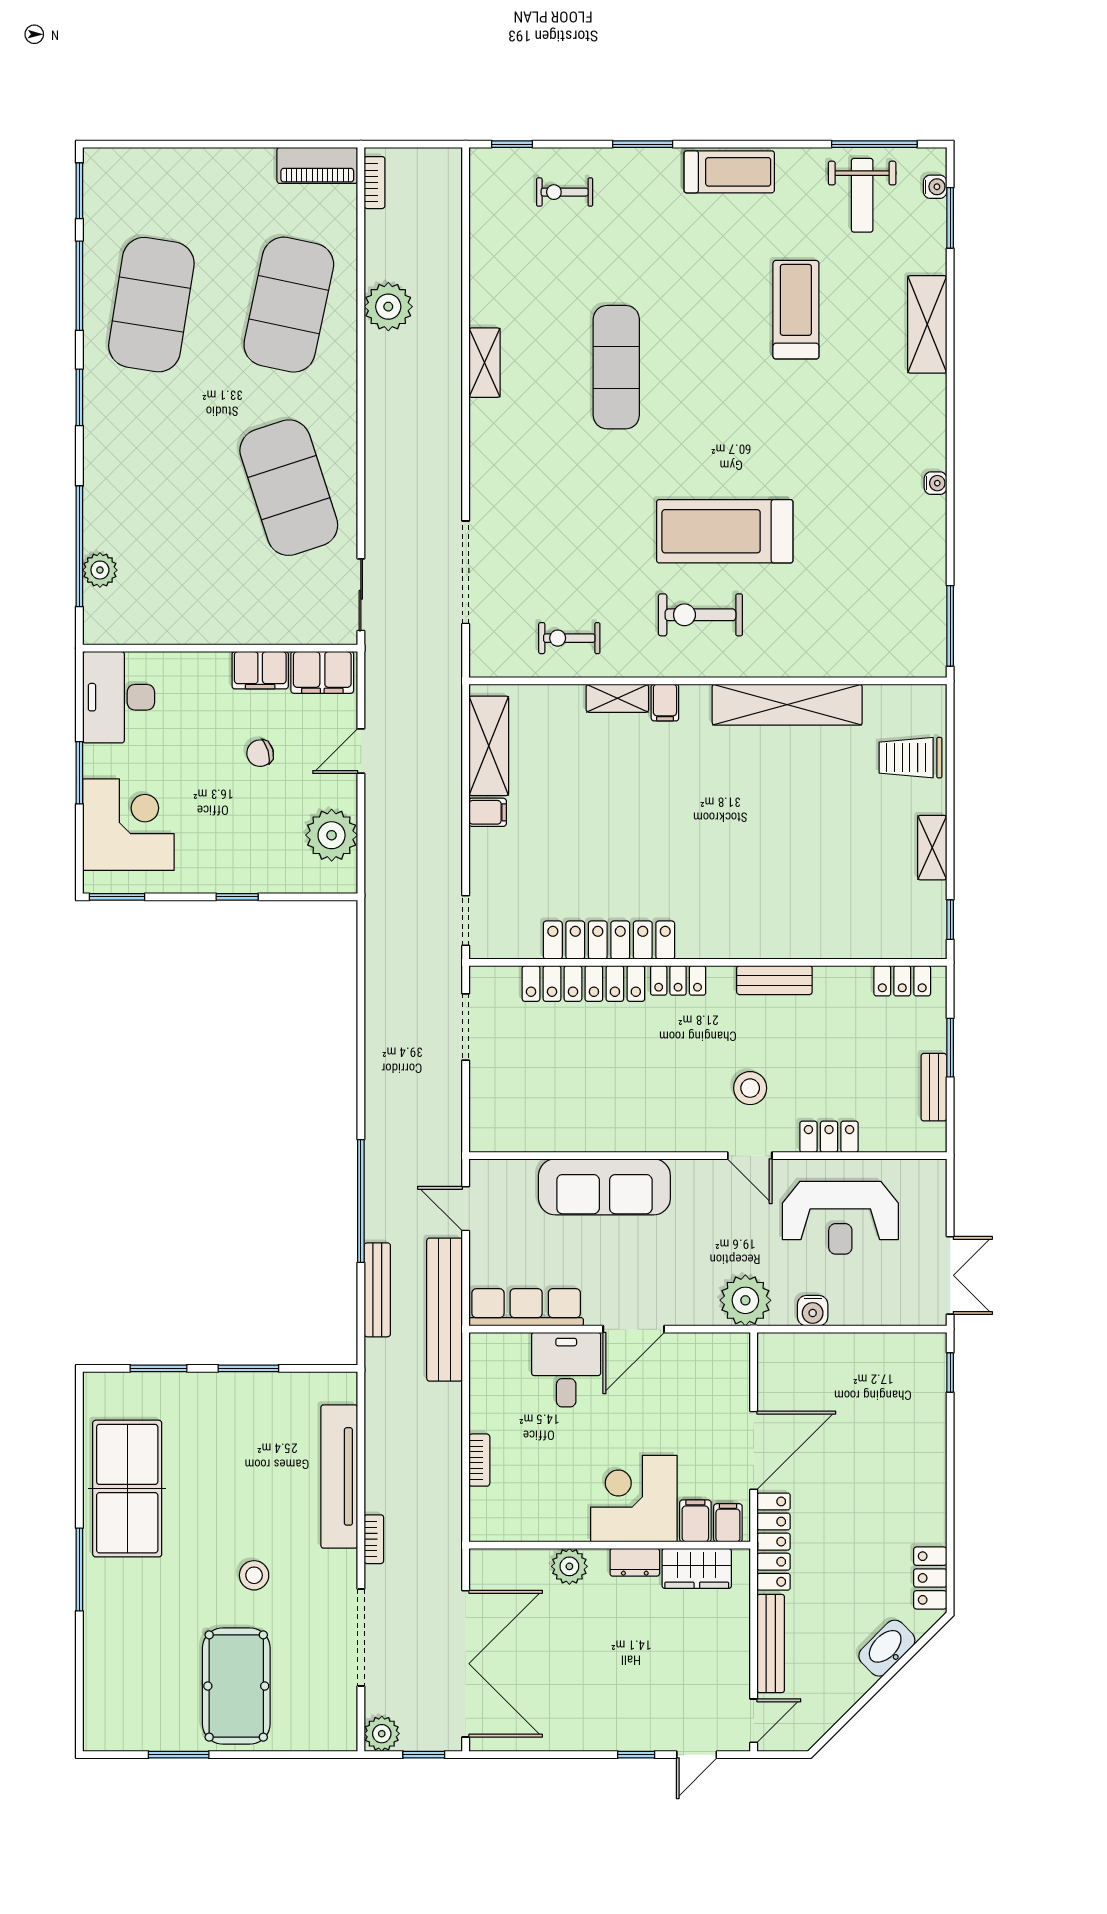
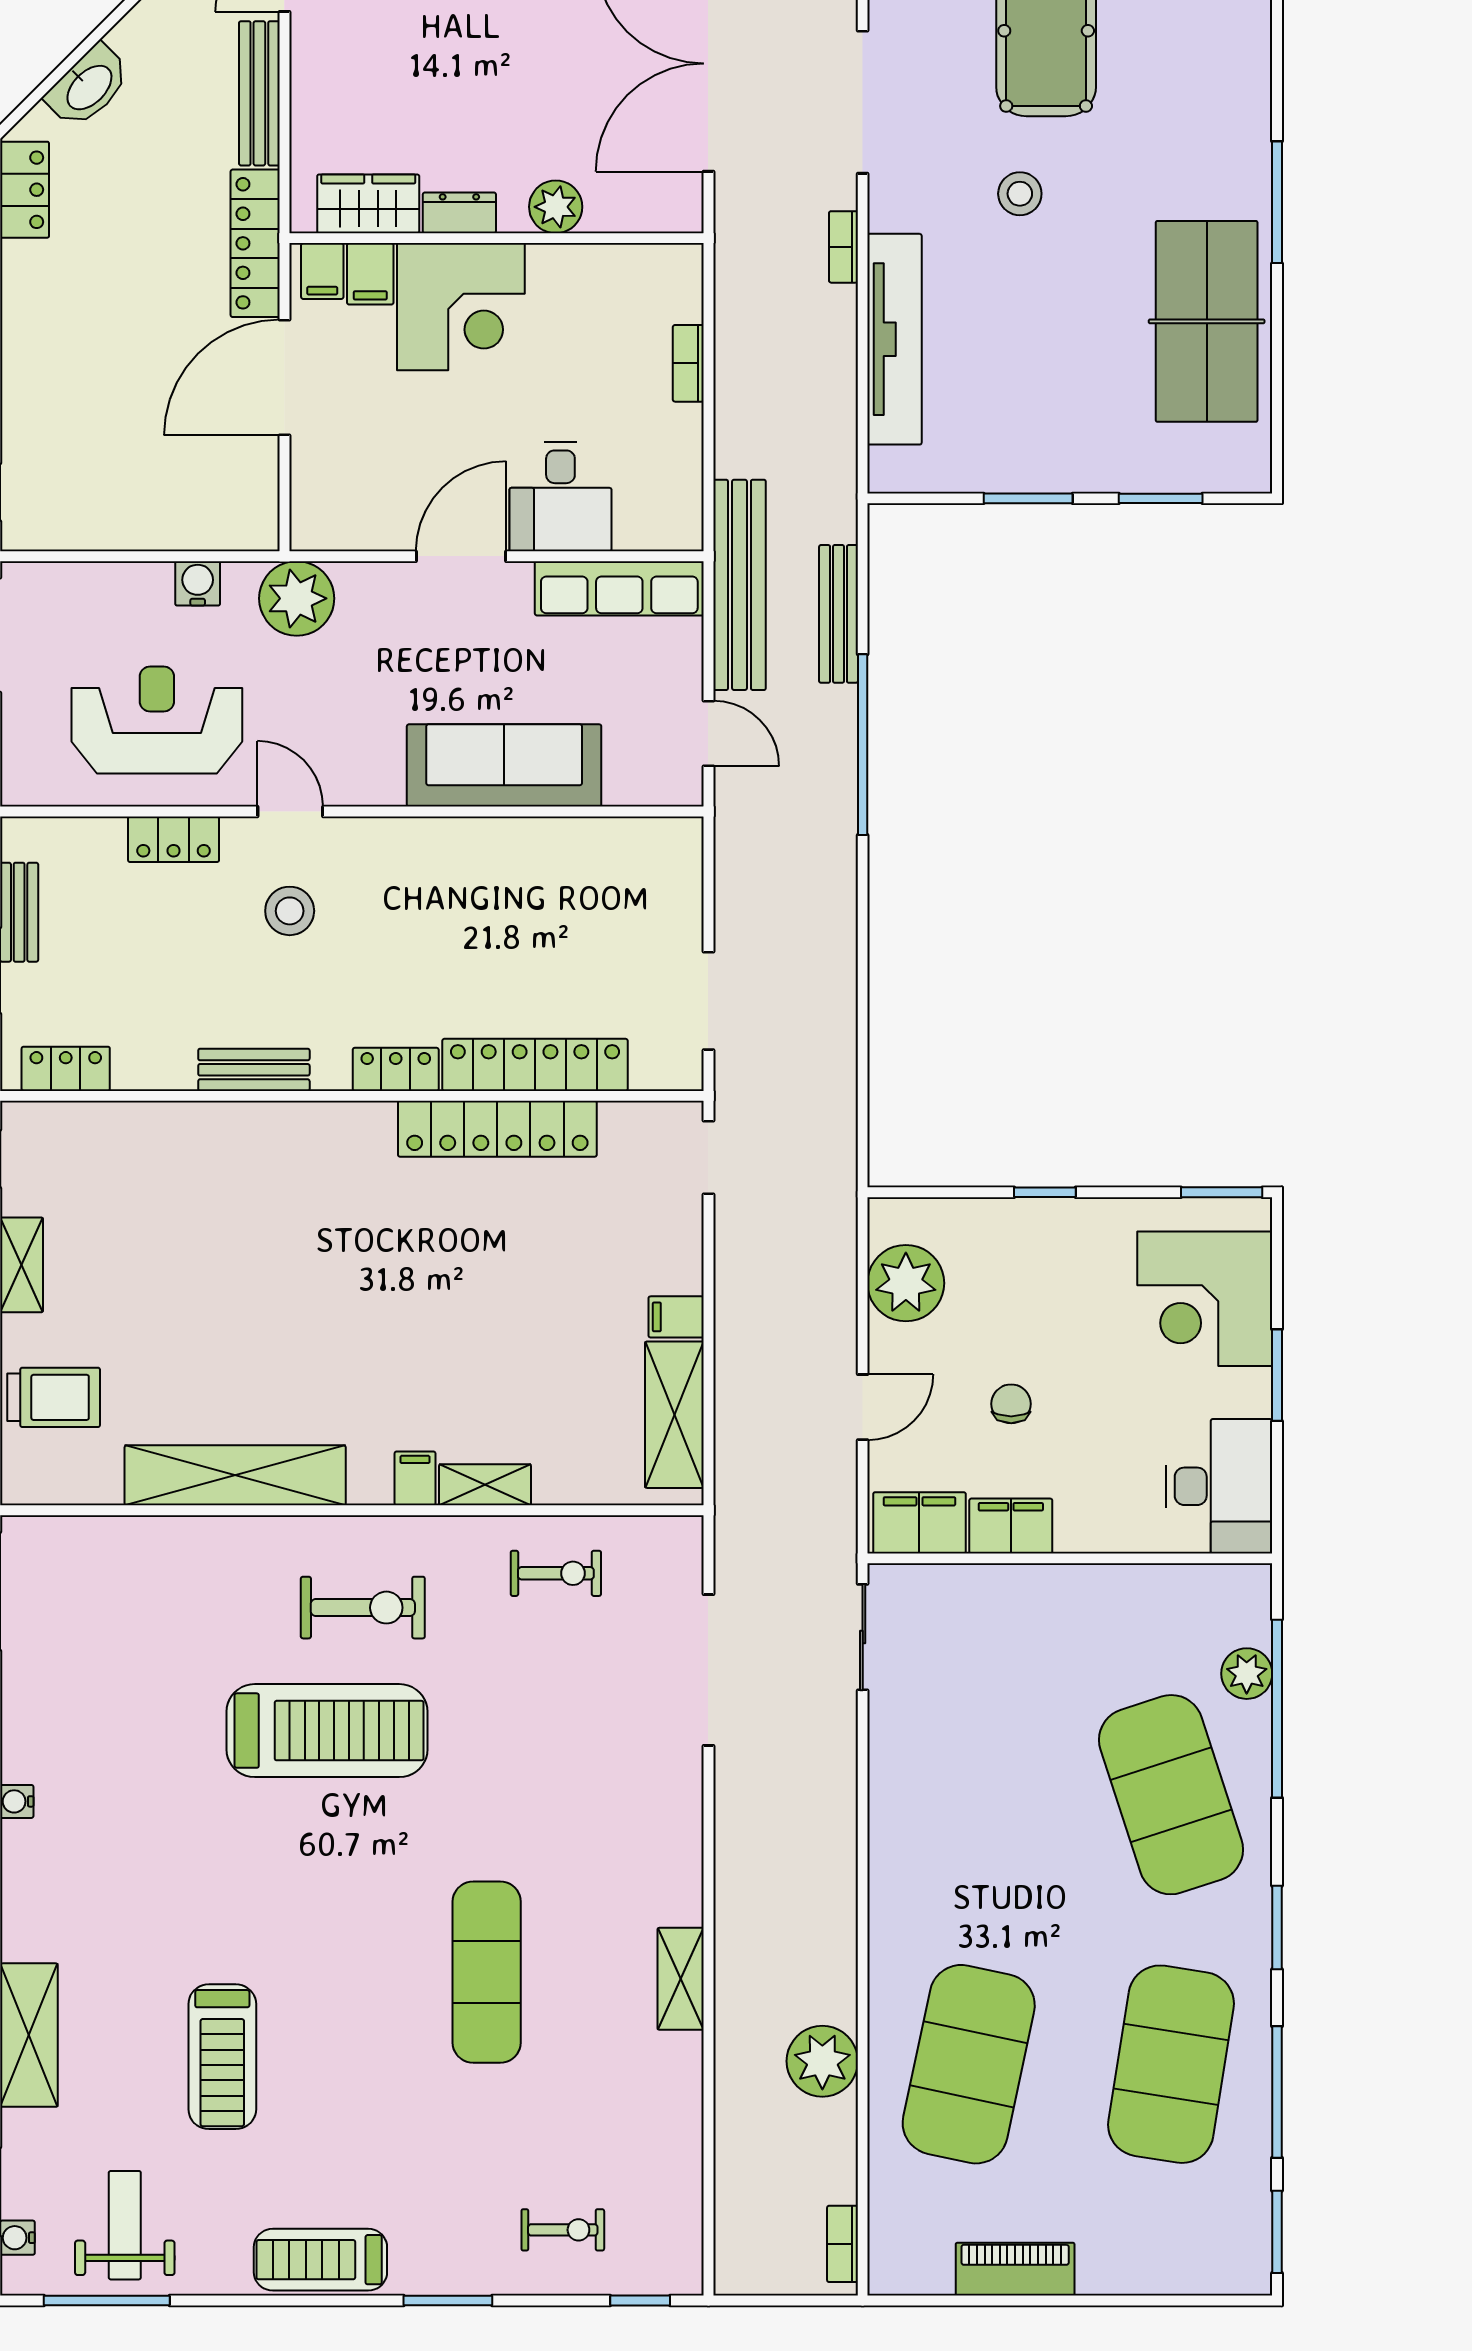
piano: (317, 165) -> (1015, 2269), moved
exercise mat: (289, 488) -> (1171, 1795), moved
chair: (260, 753) -> (1011, 1404), turned -74

